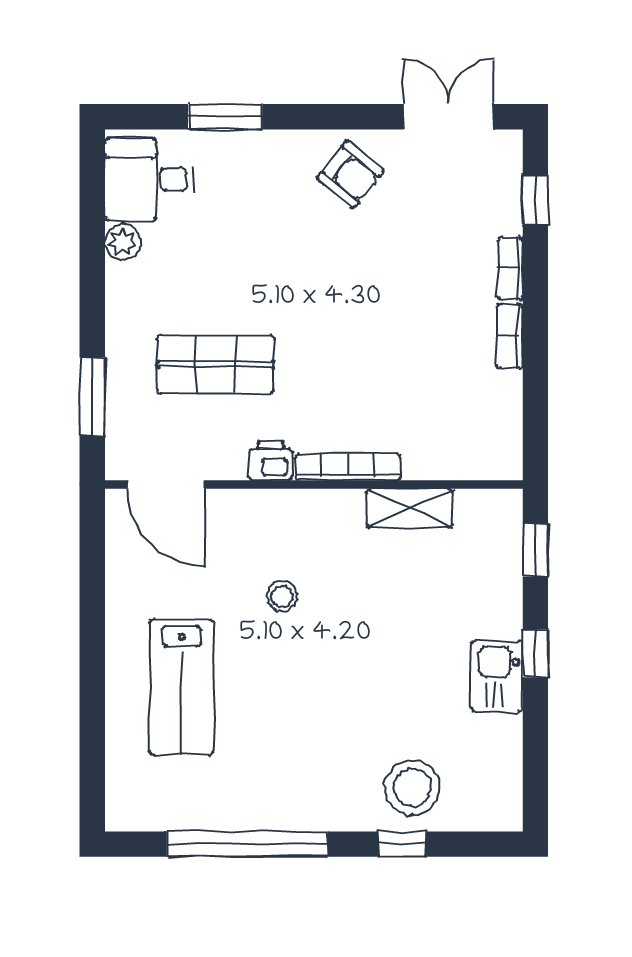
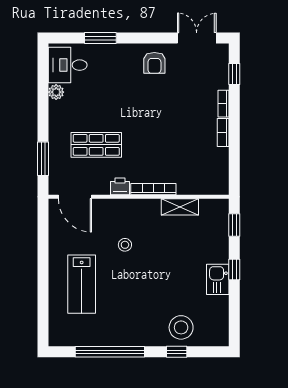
armchair: (350, 174) -> (154, 63), turned 51

